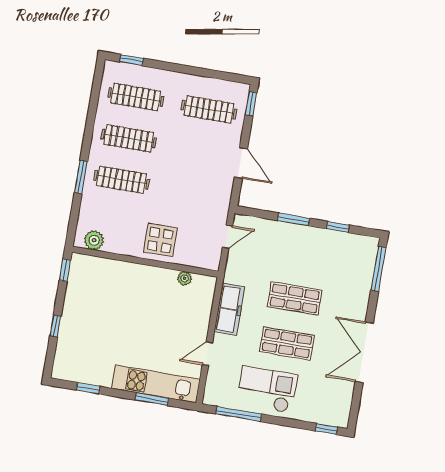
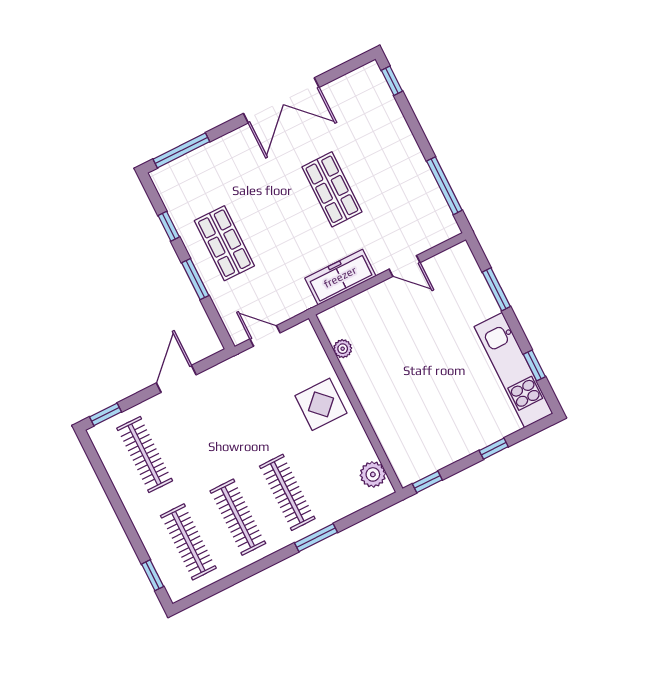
shop shelf: (295, 298) -> (224, 243), moved
kitchen unit: (156, 384) -> (514, 370), moved
checkout: (267, 389) -> (396, 175), removed

